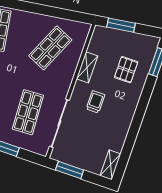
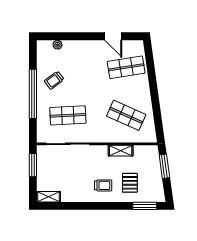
pallet: (126, 70) -> (130, 183), turned 90
trolley: (95, 102) -> (103, 185), moved

